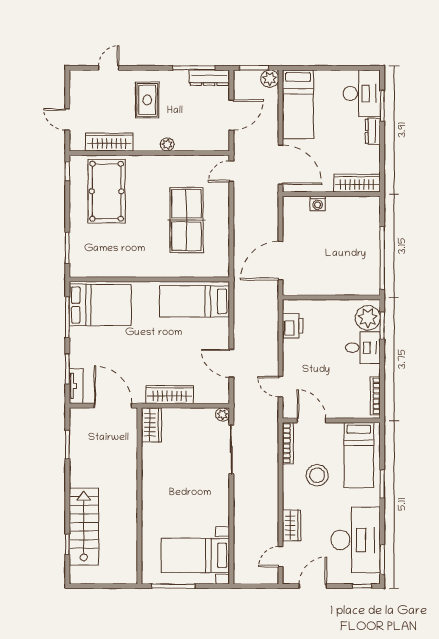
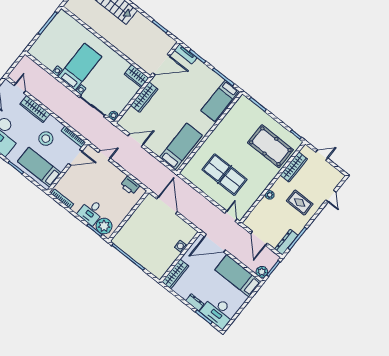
bed: (100, 305) -> (220, 101), width x0.67
wardrobe: (292, 525) -> (35, 109), width x1.50
bed with nightstands: (195, 555) -> (80, 67), moved

